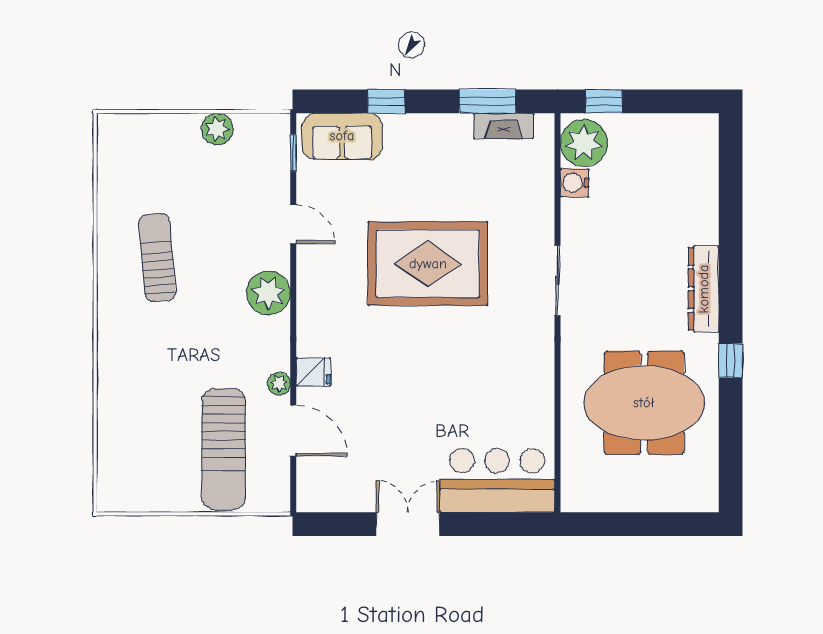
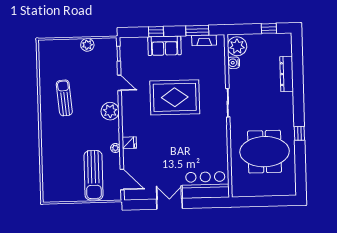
window: (604, 101) -> (269, 28), moved
sofa: (342, 136) -> (164, 46), moved
dresser: (704, 289) -> (287, 74), moved
door: (293, 431) -> (122, 179), moved

